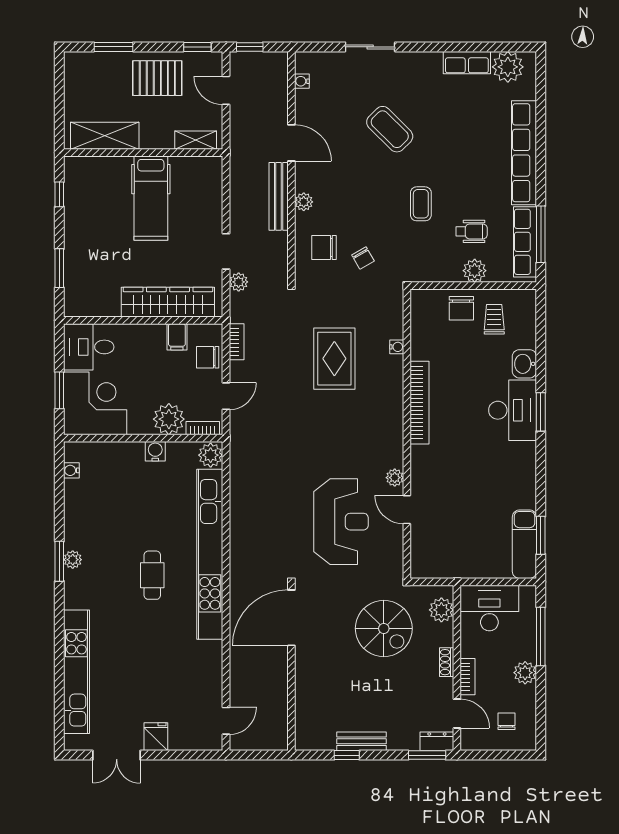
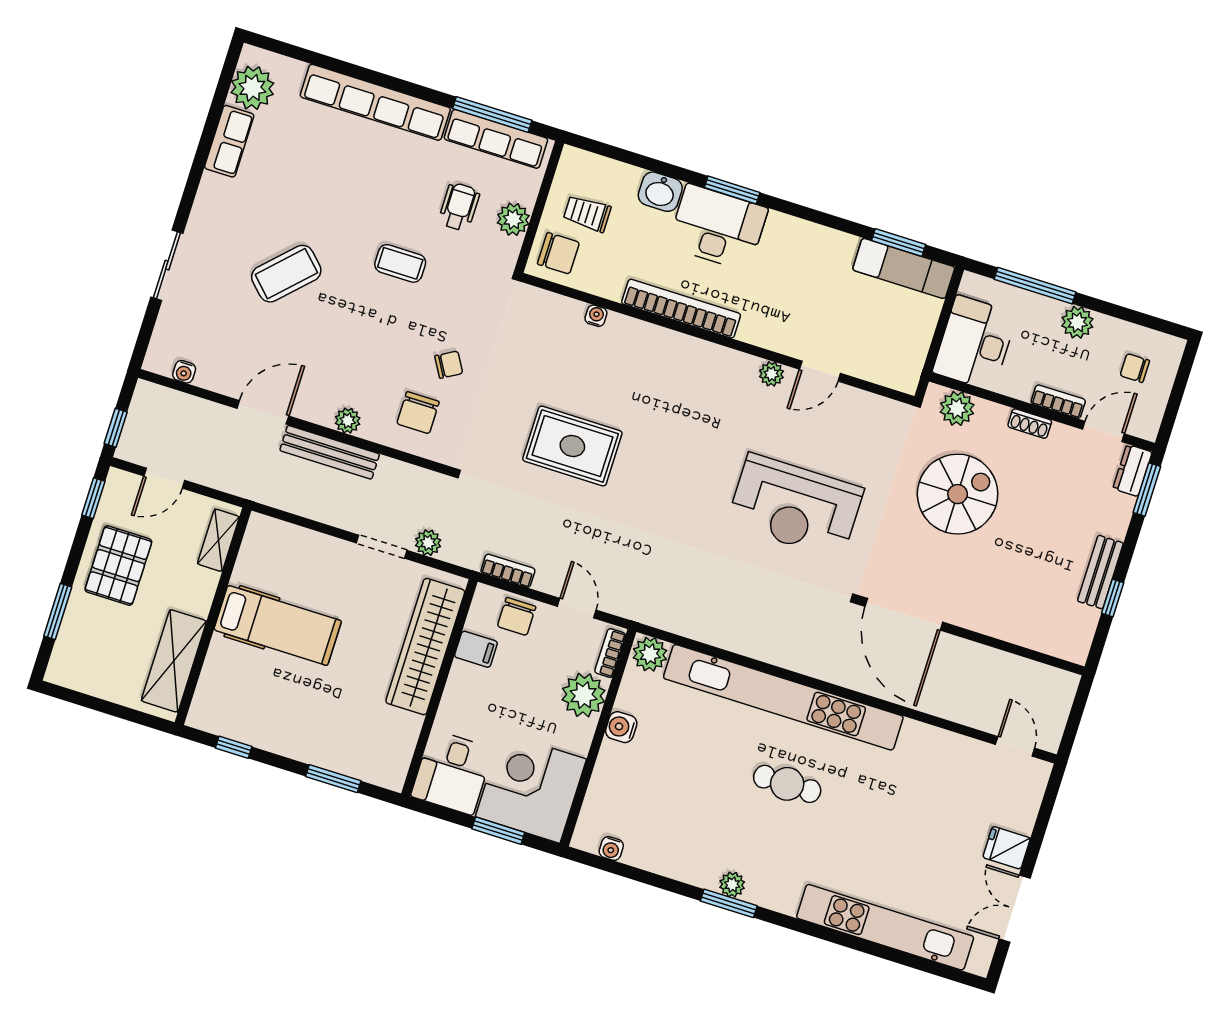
water cooler: (397, 347) -> (596, 316), moved
bookcase: (420, 403) -> (681, 309), moved
wall: (407, 434) -> (717, 339), moved
plant: (395, 478) -> (771, 374), moved
door: (407, 510) -> (820, 371), moved
reception desk: (341, 522) -> (795, 506), turned 180
double door: (117, 755) -> (1015, 909), swing flipped

